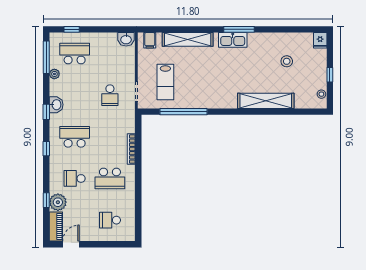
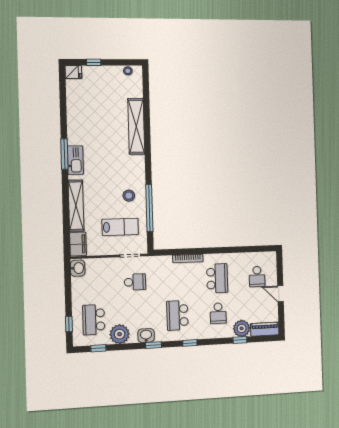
filing cabinet: (150, 40) -> (78, 244), width x2.00
window: (46, 57) -> (98, 348), width x0.46
stool: (287, 61) -> (129, 196), moved
plant: (54, 74) -> (120, 334), width x1.87, depth x1.87
window: (330, 75) -> (94, 62), moved
door: (71, 244) -> (280, 294), moved

